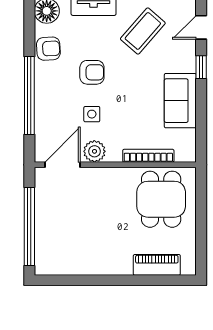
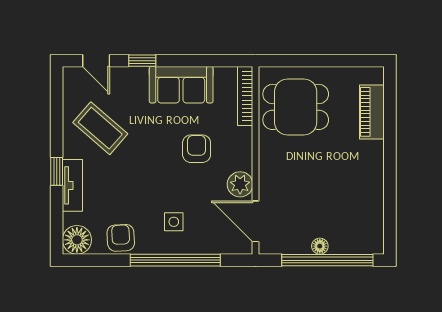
armchair: (92, 72) -> (197, 149), moved
side table: (92, 114) -> (174, 222), moved
bookcase: (148, 156) -> (245, 96), moved
floor lamp: (41, 220) -> (320, 246), added

